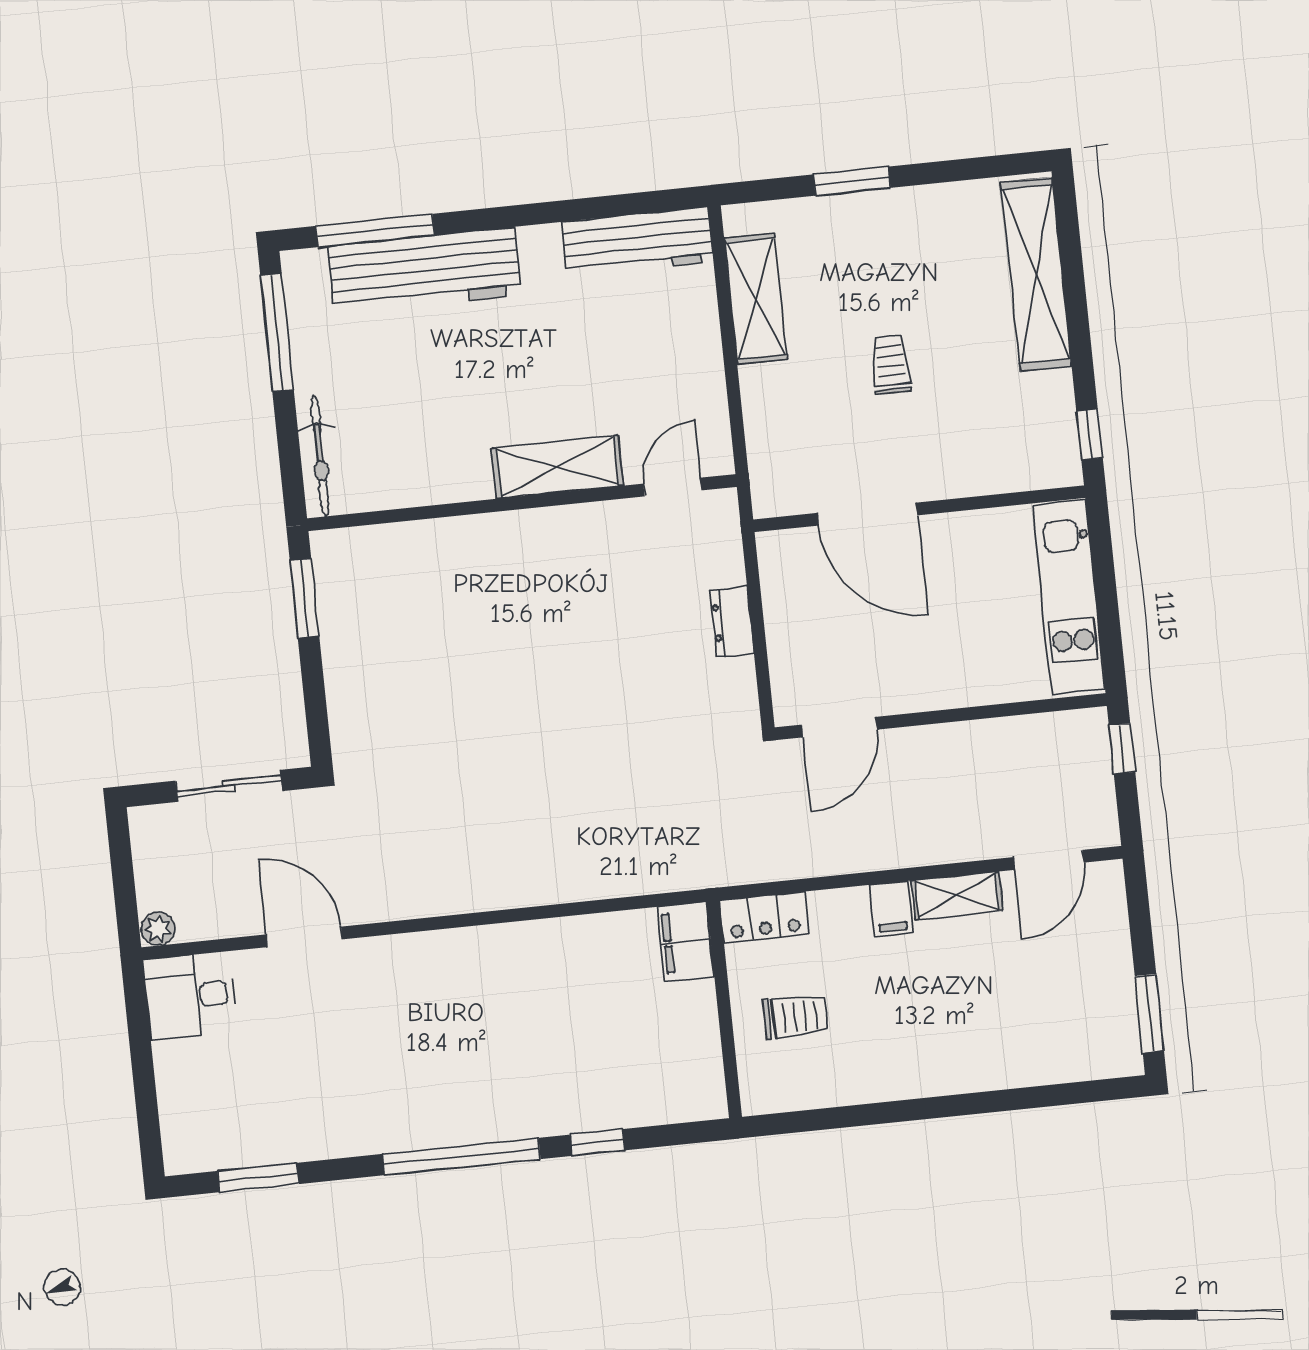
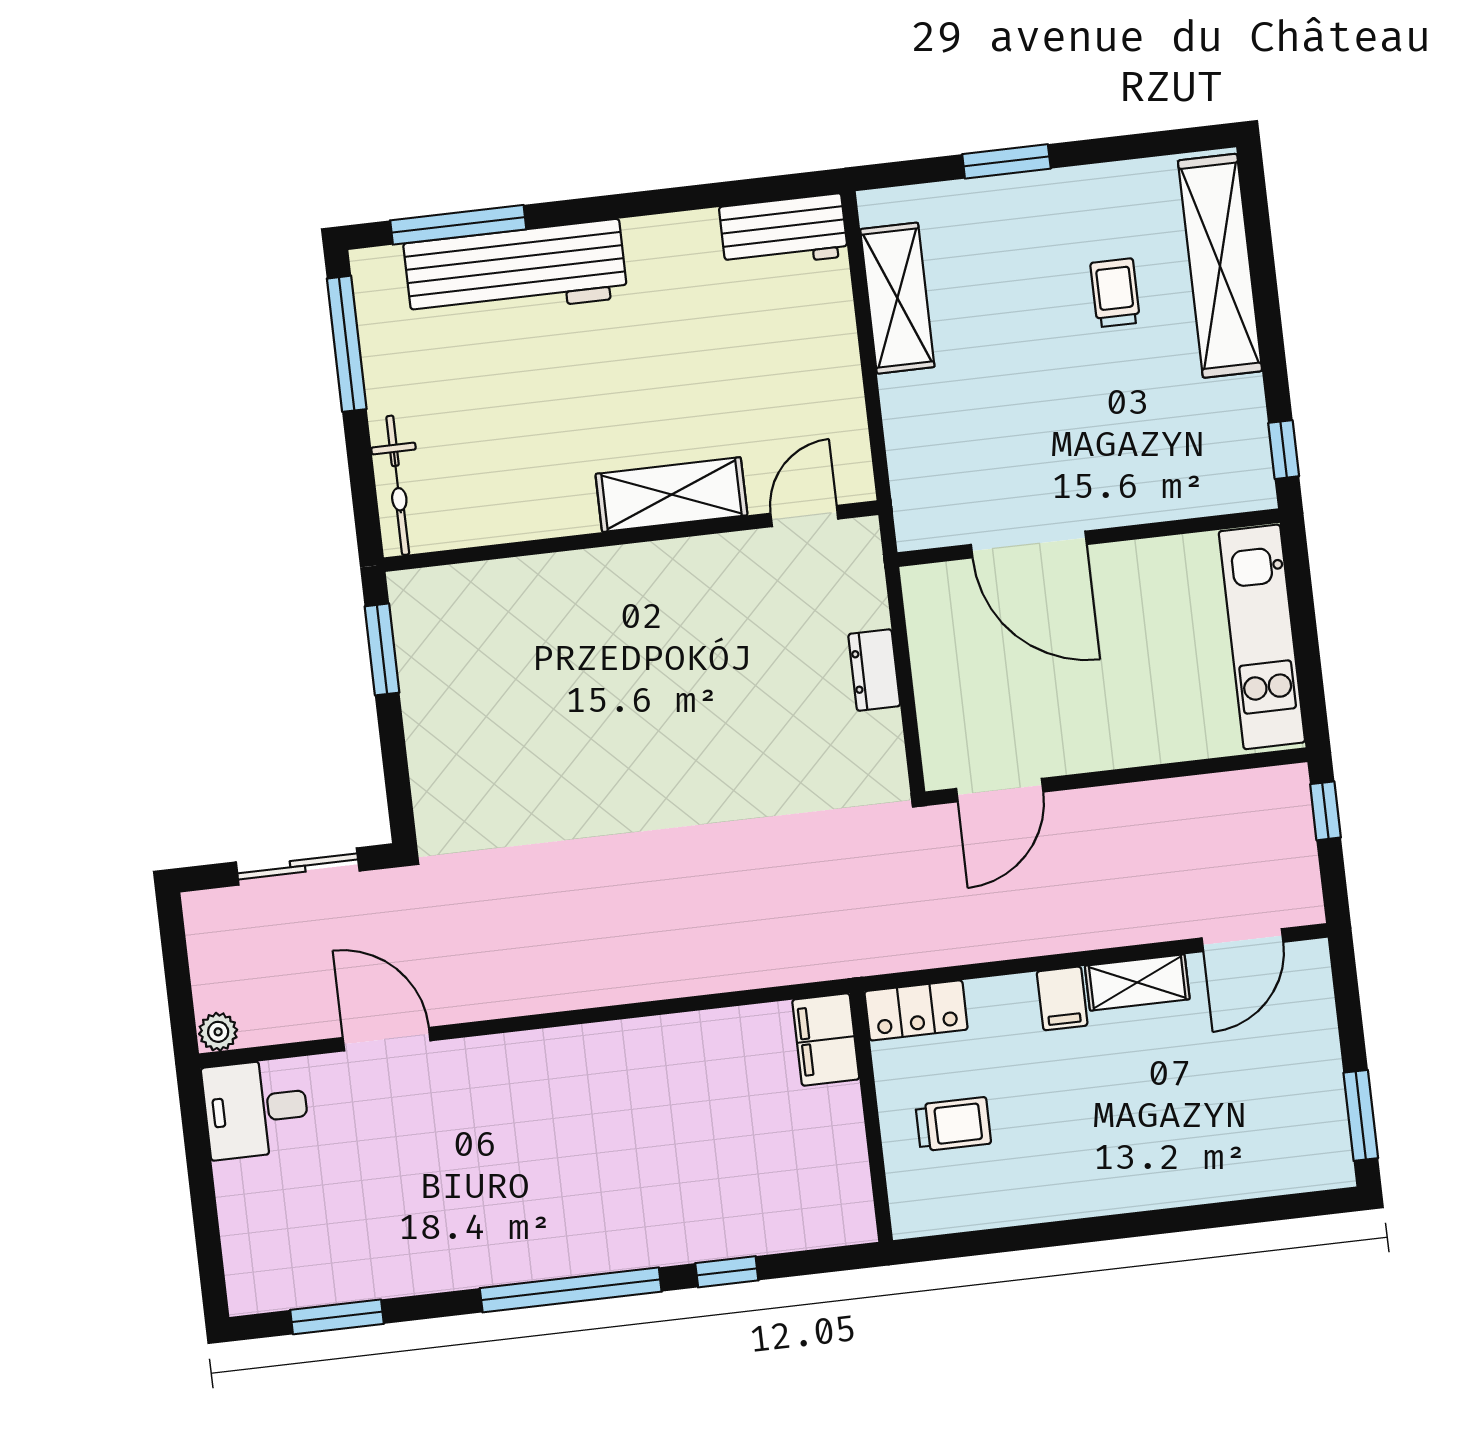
workbench: (638, 242) -> (784, 232), width x0.73
trolley: (891, 365) -> (1115, 293), moved

